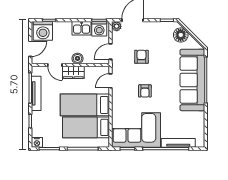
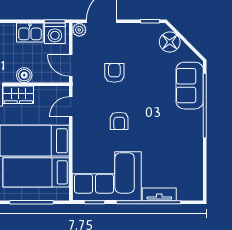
door: (111, 52) -> (71, 65), hinge flipped
sofa: (192, 80) -> (190, 86), width x0.54, depth x0.79
tv unit: (178, 143) -> (159, 194), width x0.71

